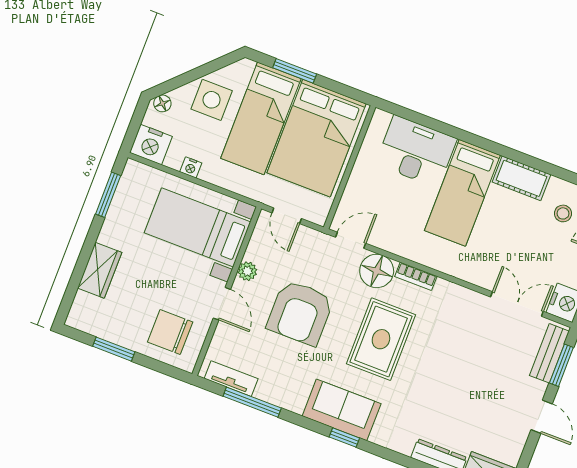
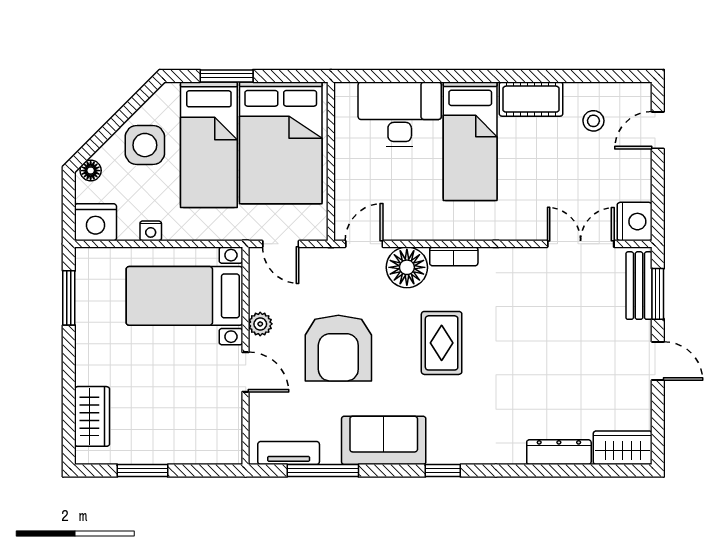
wardrobe: (100, 270) -> (92, 416), moved
chair: (170, 332) -> (199, 427), removed
rug: (381, 339) -> (442, 343), width x0.73, depth x0.70
sofa: (342, 410) -> (384, 440), moved

